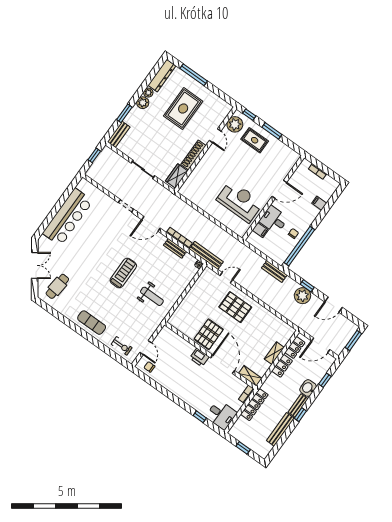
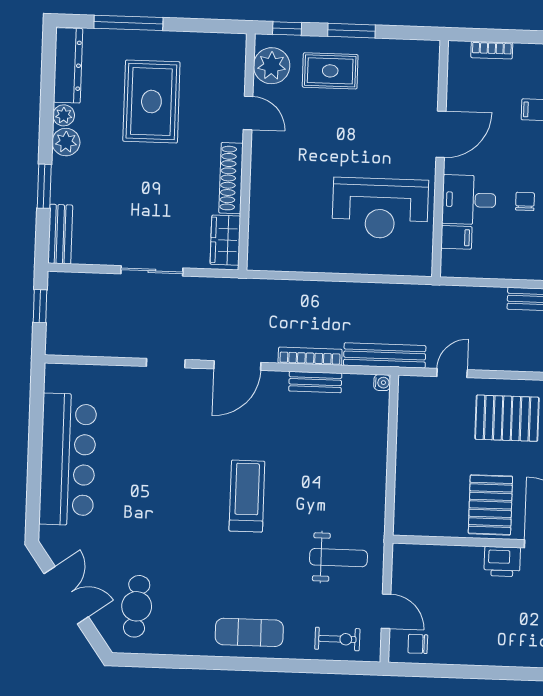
reception desk: (240, 201) -> (380, 208), turned 180
weight bench: (152, 296) -> (338, 558), moved

